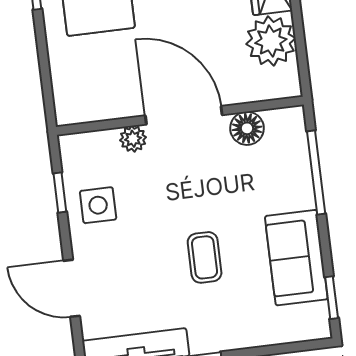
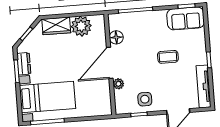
sofa: (296, 258) -> (186, 18), moved

